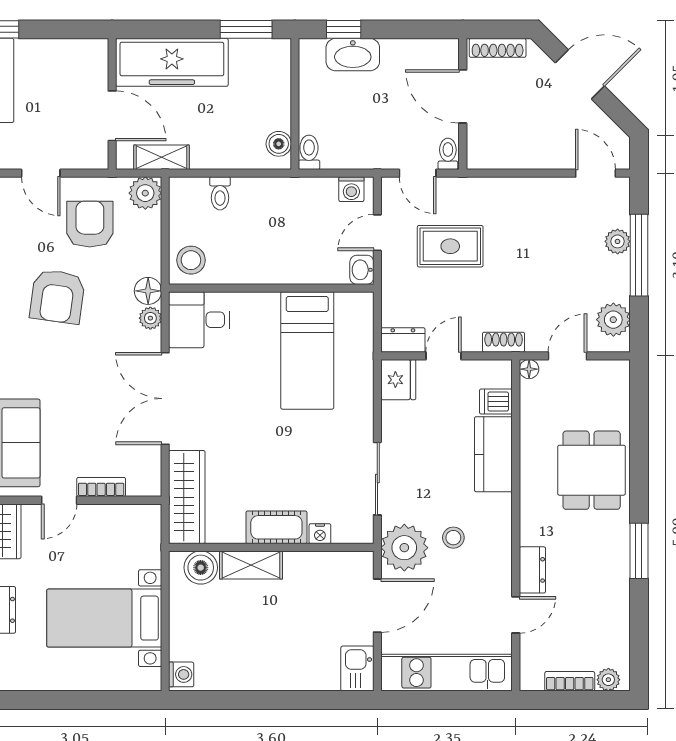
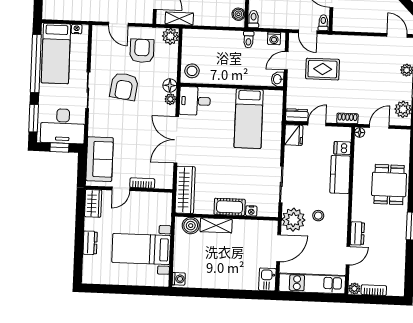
toilet: (220, 193) -> (249, 40), moved
plant: (608, 680) -> (354, 289), moved

